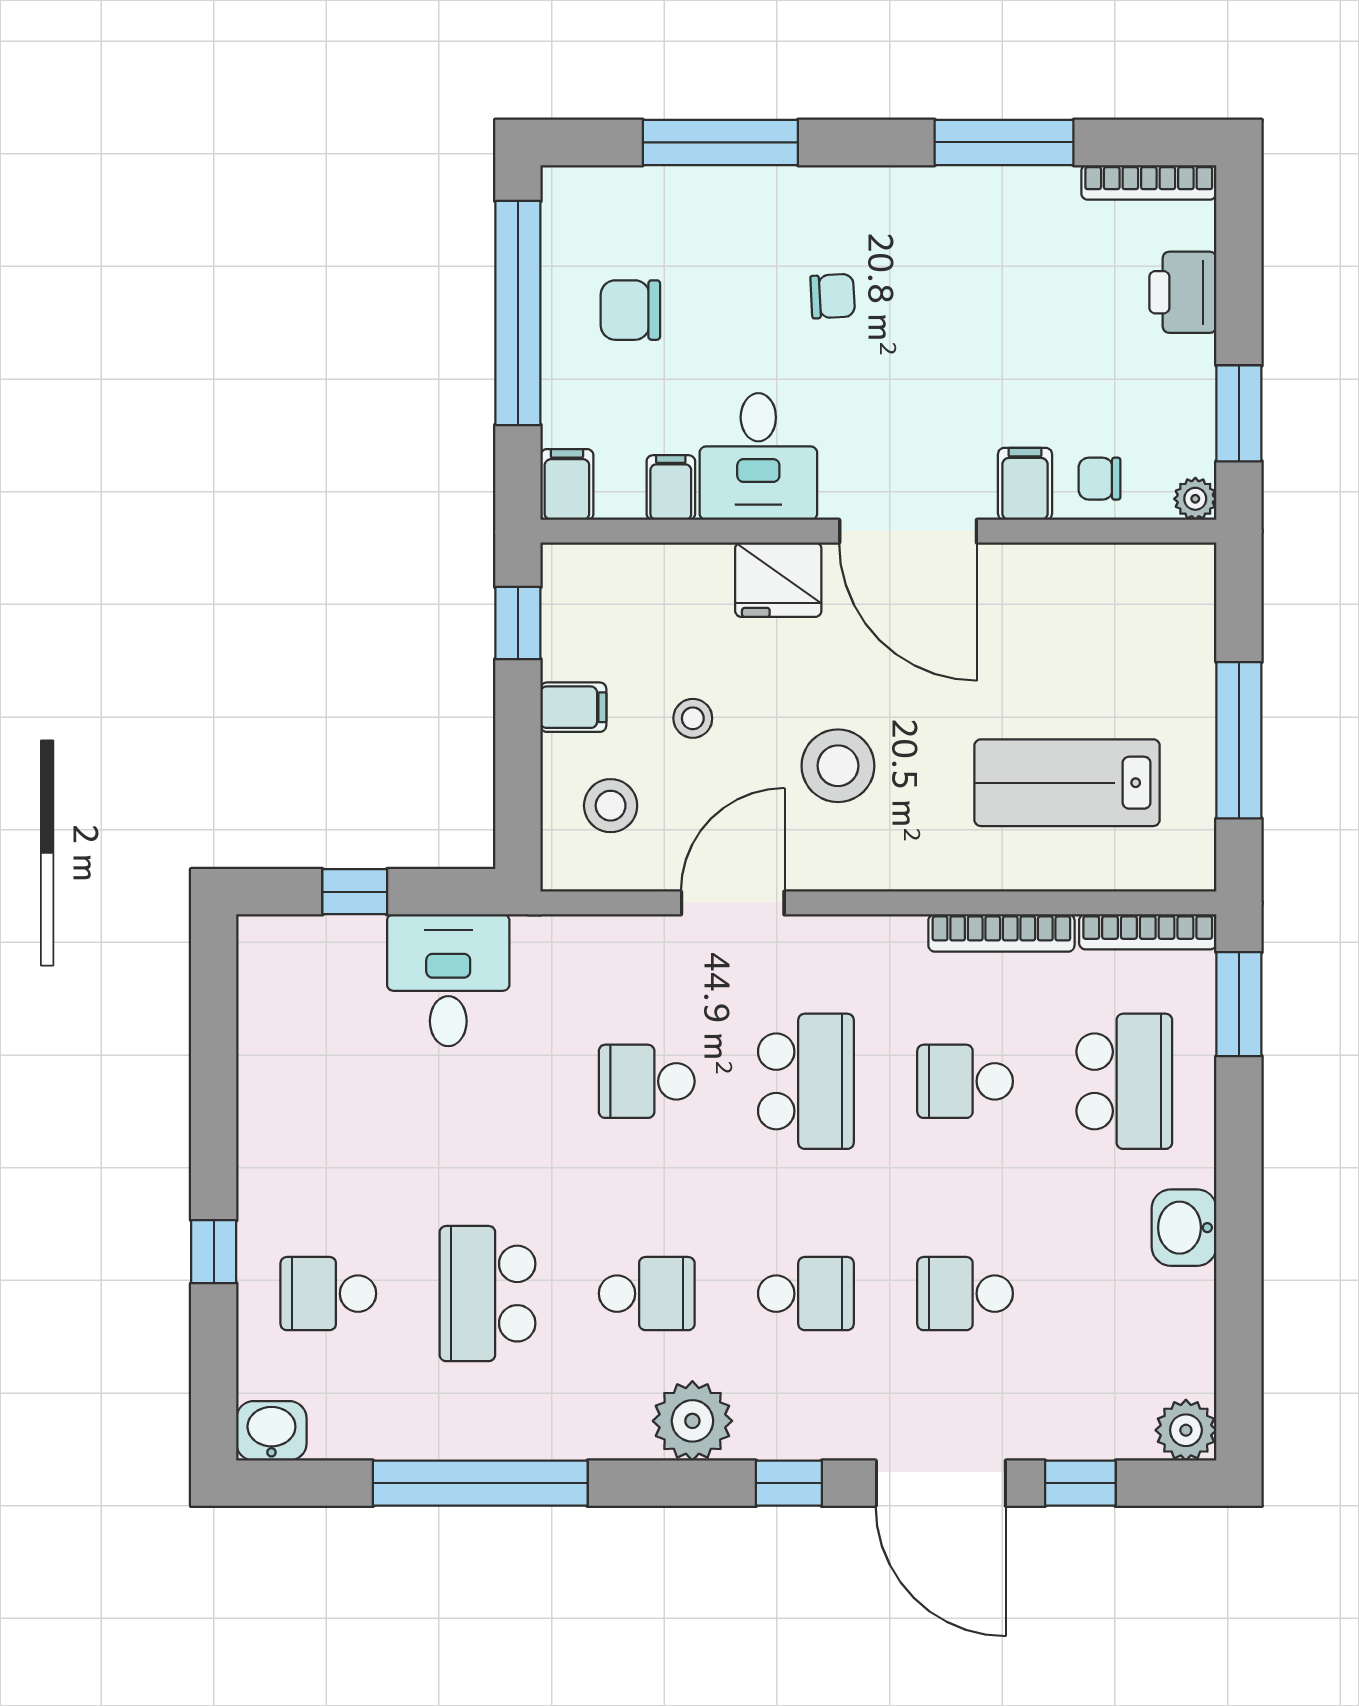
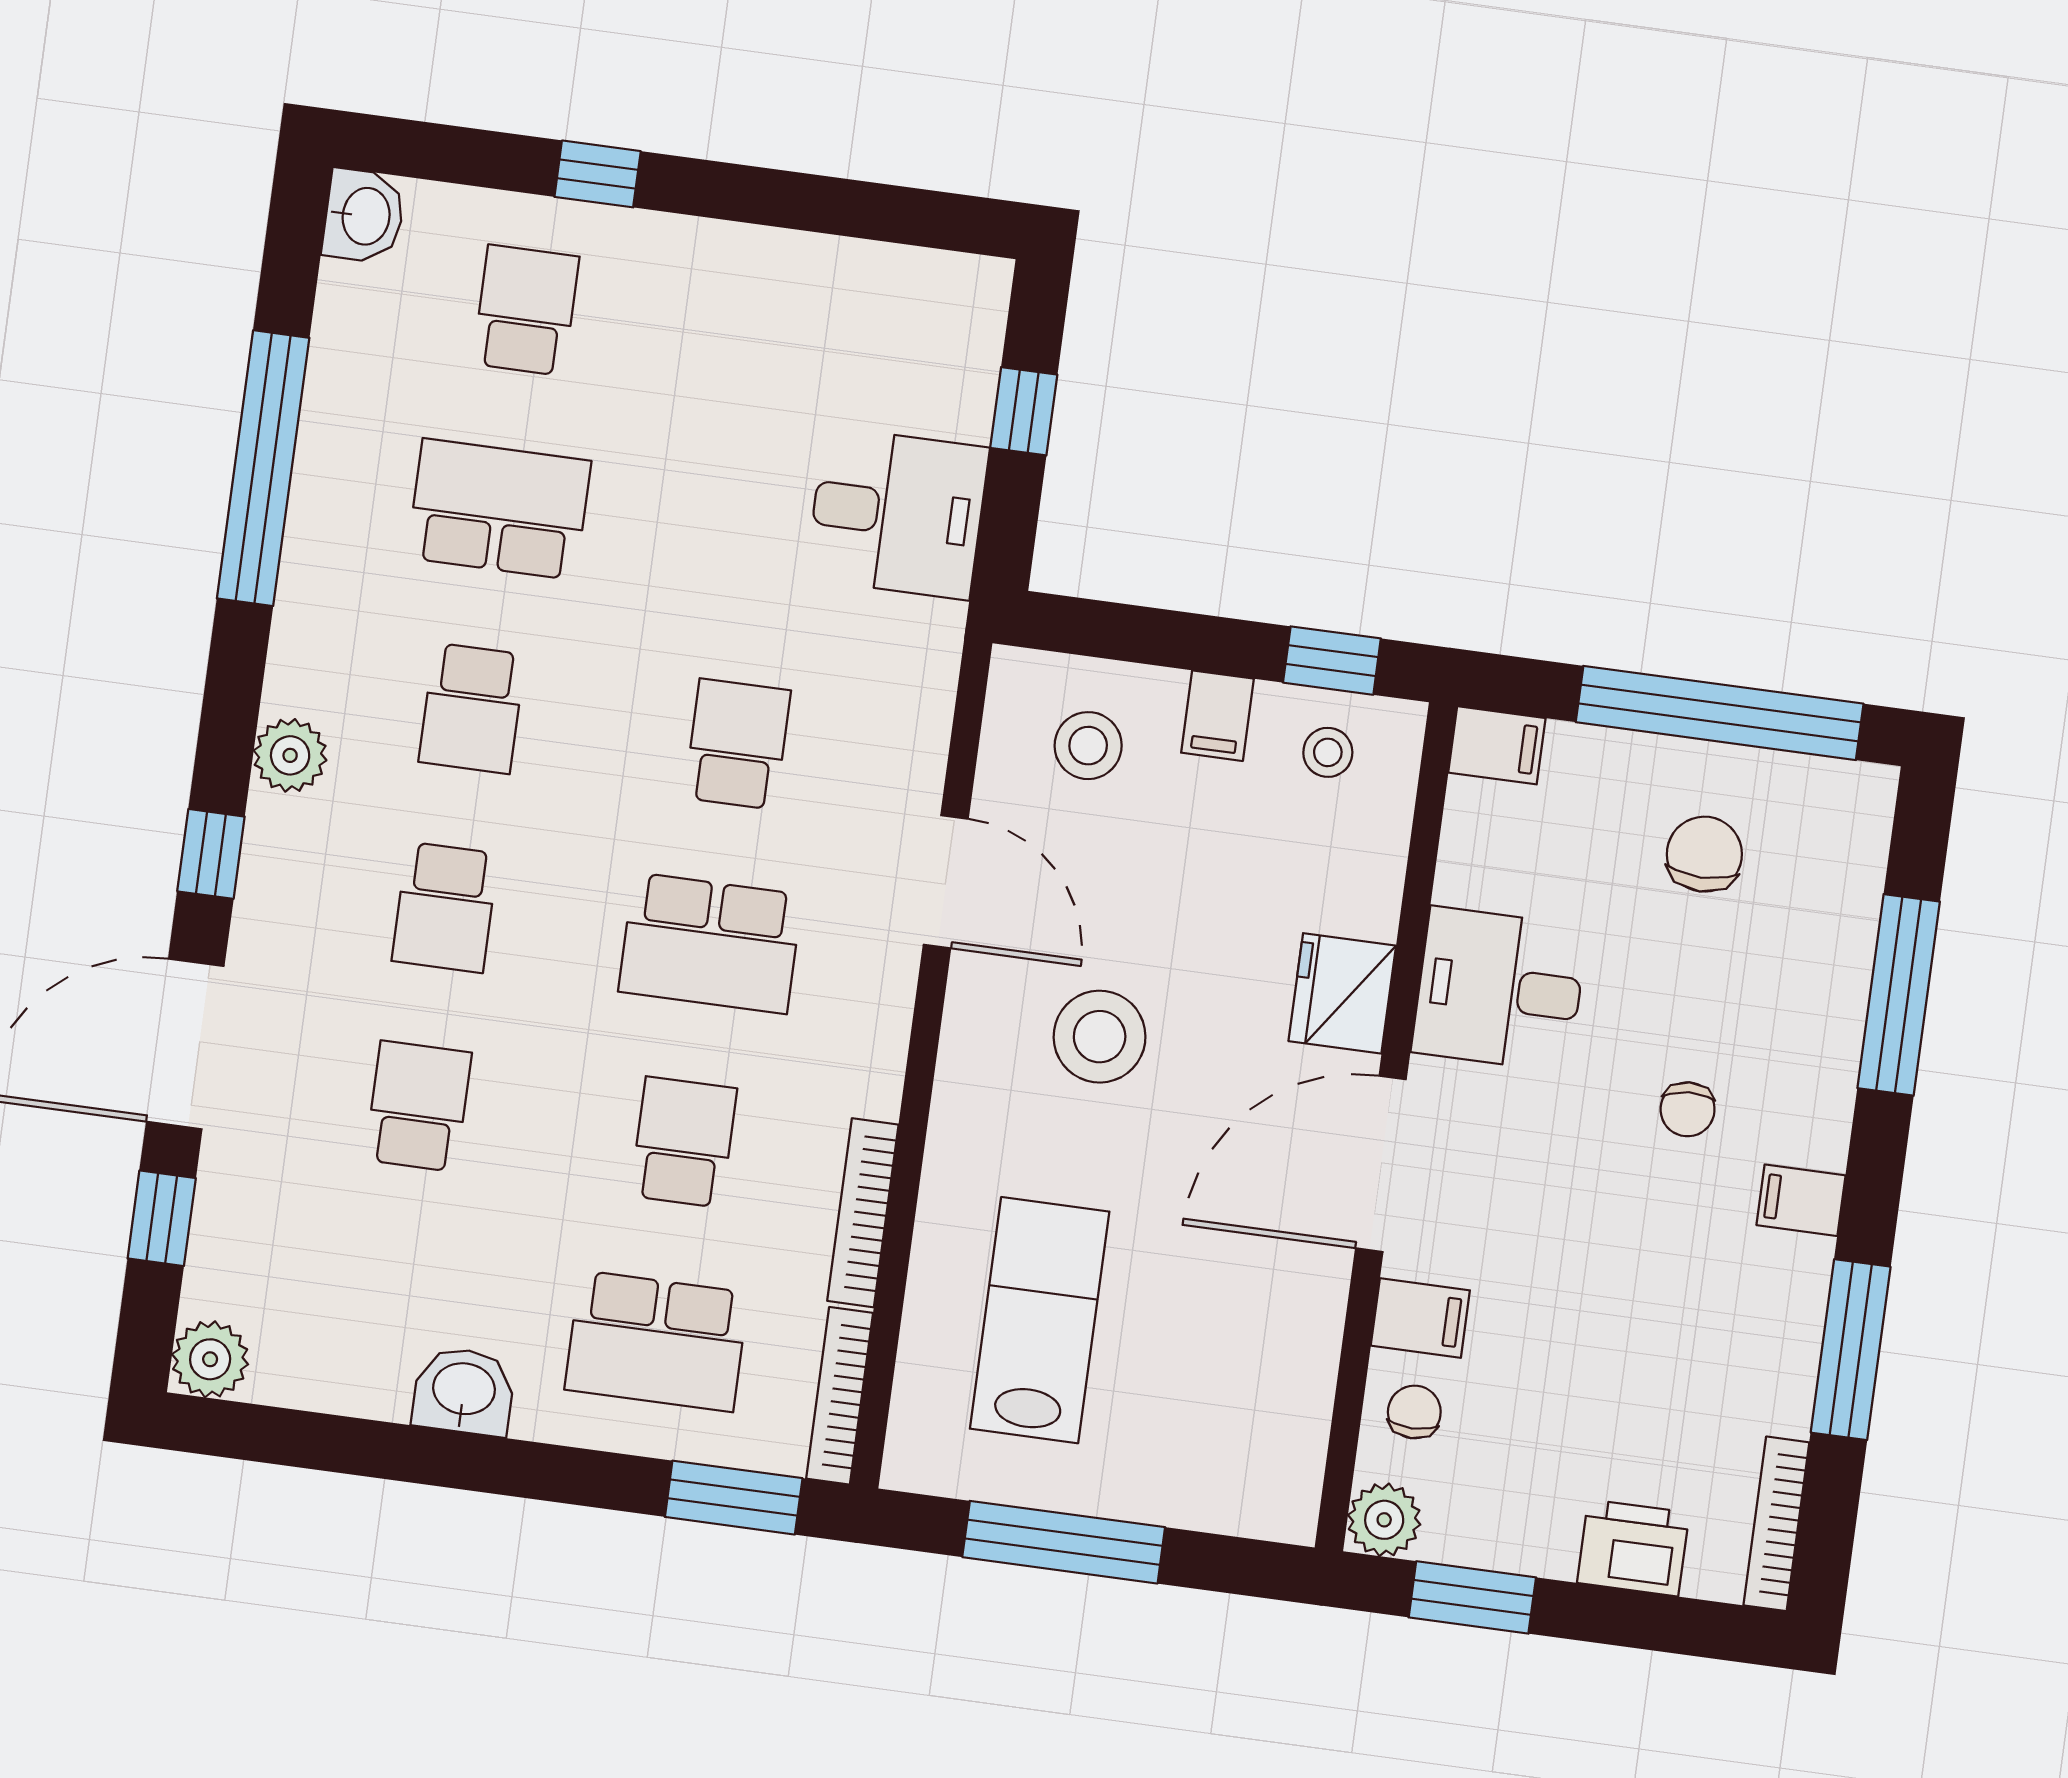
filing cabinet: (671, 488) -> (1801, 1200), moved, turned 180
plant: (1195, 499) -> (1384, 1520), width x1.38, depth x1.38
stool: (693, 718) -> (1328, 752), moved
plant: (692, 1421) -> (290, 755), width x0.73, depth x0.73

